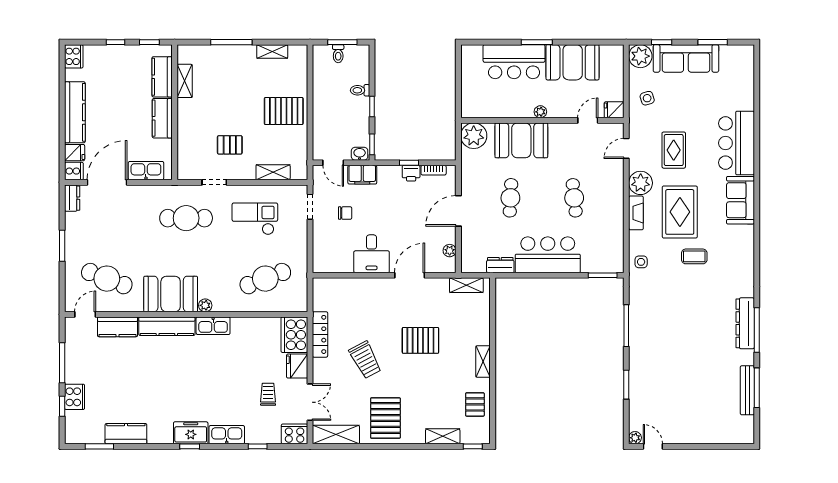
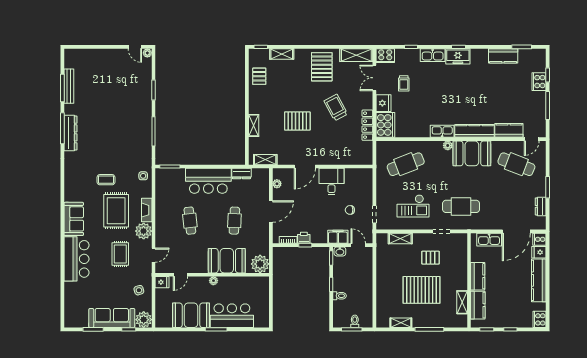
pallet: (284, 111) -> (422, 290), moved, width x1.37, depth x1.41
dresser: (72, 198) -> (541, 206), moved
shelving: (483, 362) -> (254, 125), moved

